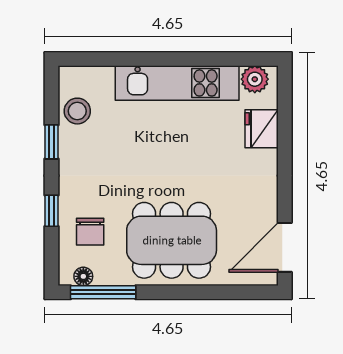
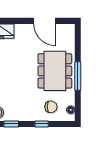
door: (285, 247) -> (45, 21), moved
window: (103, 292) -> (78, 76), moved

